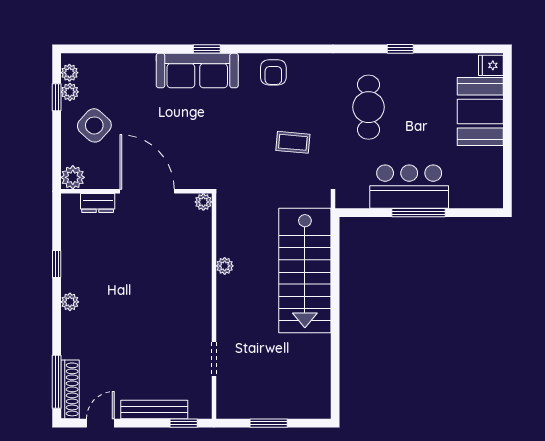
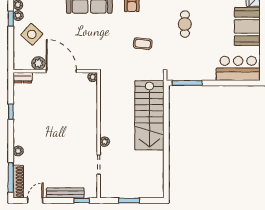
cafe table: (368, 107) -> (185, 24), width x0.73, depth x0.74
plant: (73, 177) -> (38, 63), moved
bar counter: (409, 187) -> (238, 68), moved
dresser: (98, 203) -> (23, 78), moved
window: (418, 213) -> (187, 83), moved
plant: (225, 266) -> (105, 142), moved
plant: (70, 302) -> (18, 151), moved

